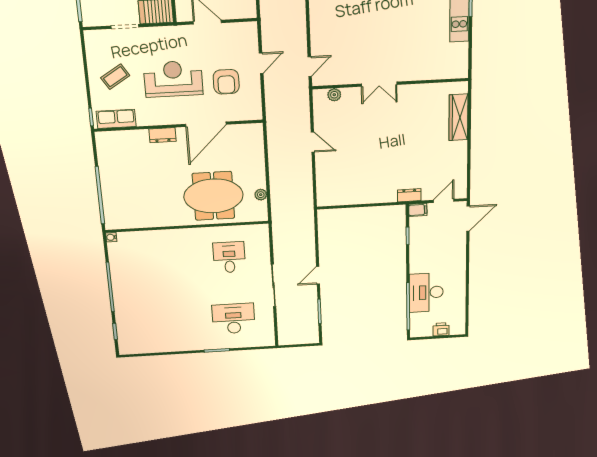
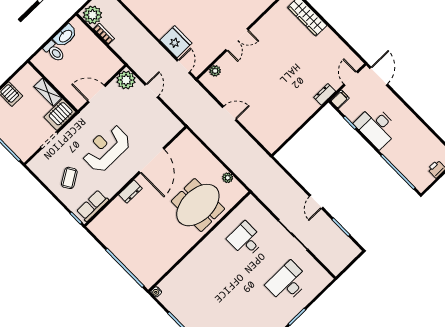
plant: (246, 33) -> (126, 80), added
fridge: (323, 38) -> (176, 42), added
armchair: (226, 82) -> (140, 121), removed
desk: (426, 292) -> (377, 127), moved

